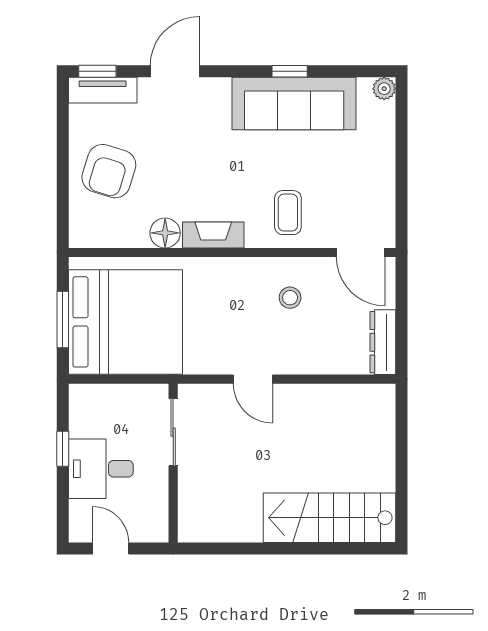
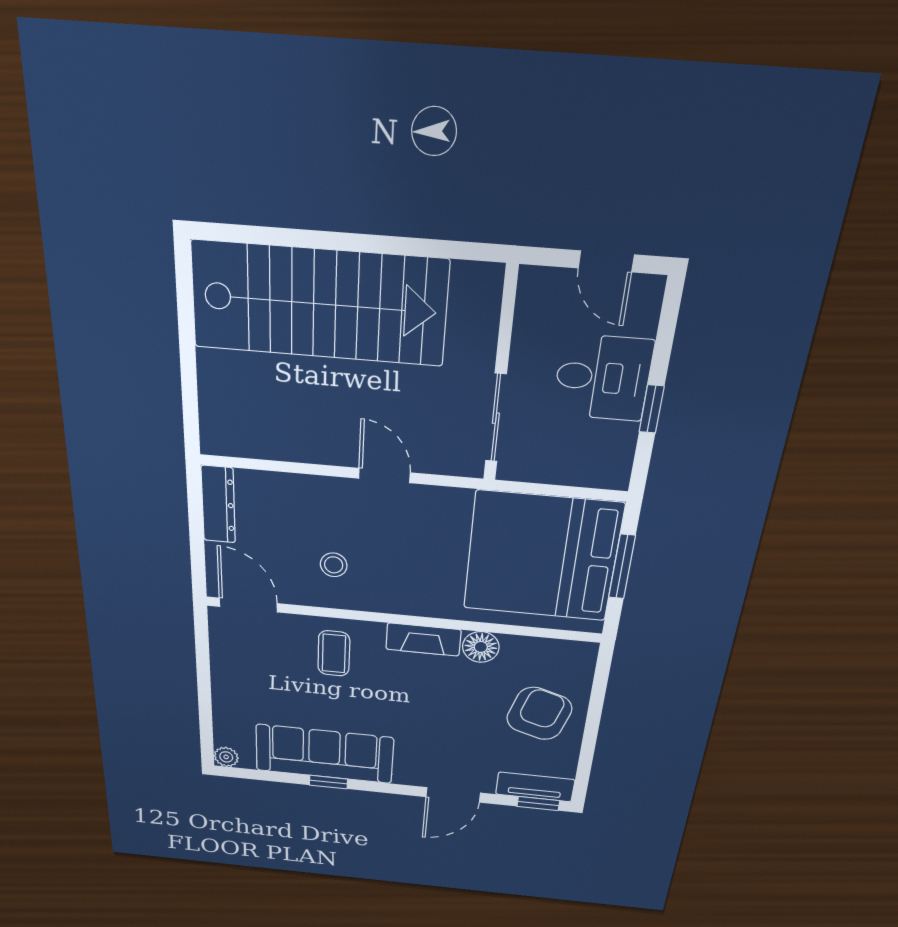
stairs: (329, 518) -> (319, 304), width x1.36, depth x1.51

